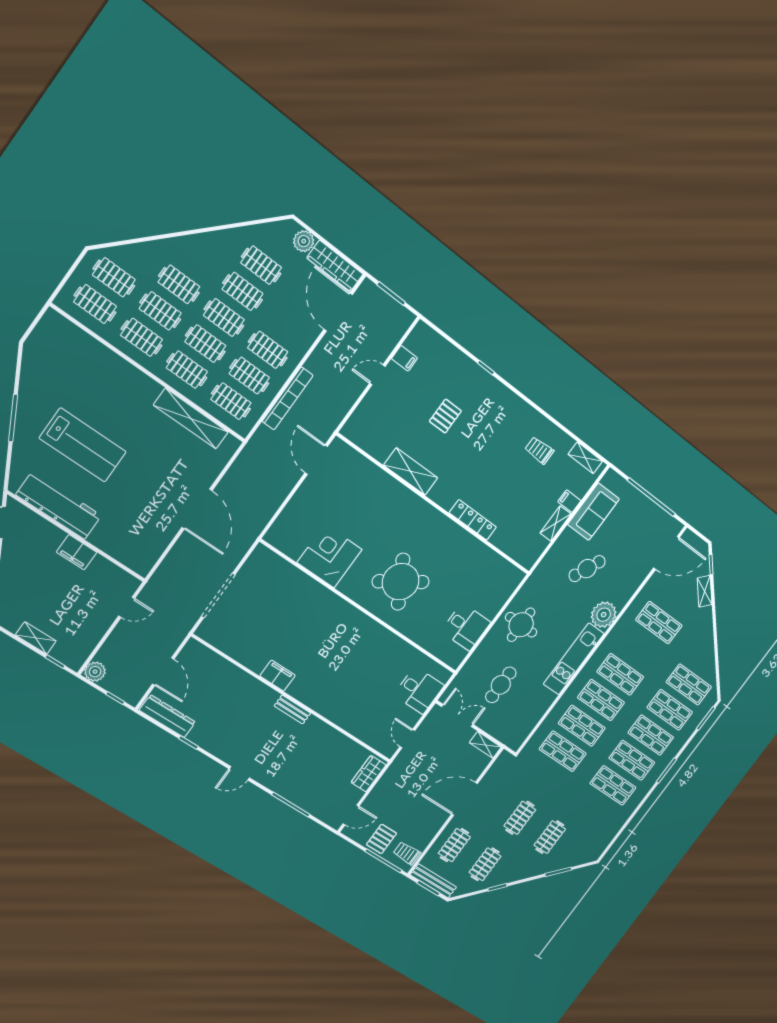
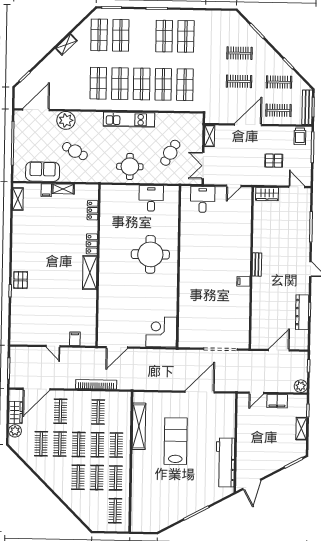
wardrobe: (335, 266) -> (16, 412), width x0.67
clothes rail: (114, 277) -> (96, 510), removed
clothes rail: (268, 350) -> (60, 411), moved
filing cabinet: (404, 358) -> (75, 339), moved
clothes rail: (231, 401) -> (117, 412), removed
pallet: (445, 416) -> (21, 280), moved, turned 90
lab bench: (83, 445) -> (176, 441), moved
trolley: (539, 450) -> (31, 229), removed
shelving: (411, 472) -> (90, 273), moved
door: (197, 509) -> (200, 392), moved
locker: (473, 520) -> (92, 244), width x0.66
locker: (505, 544) -> (93, 210), added
filing cabinet: (77, 552) -> (277, 401), moved, turned 90
door: (666, 553) -> (36, 110), hinge flipped
corner desk: (330, 556) -> (161, 332), moved, turned 90
round table: (401, 582) -> (150, 254), turned 32
shelving: (705, 591) -> (66, 44), moved
door: (127, 607) -> (256, 393), swing flipped
plant: (604, 615) -> (66, 120), moved
shop shelf: (659, 623) -> (98, 83), moved
filing cabinet: (278, 676) -> (243, 281), width x0.50
cafe table: (501, 685) -> (170, 153), turned -60
dresser: (167, 716) -> (302, 312), moved
shop shelf: (651, 735) -> (142, 36), removed
door: (465, 799) -> (248, 125), swing flipped
pallet: (382, 839) -> (274, 161), moved

